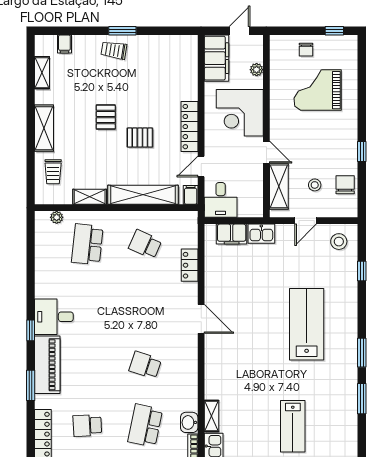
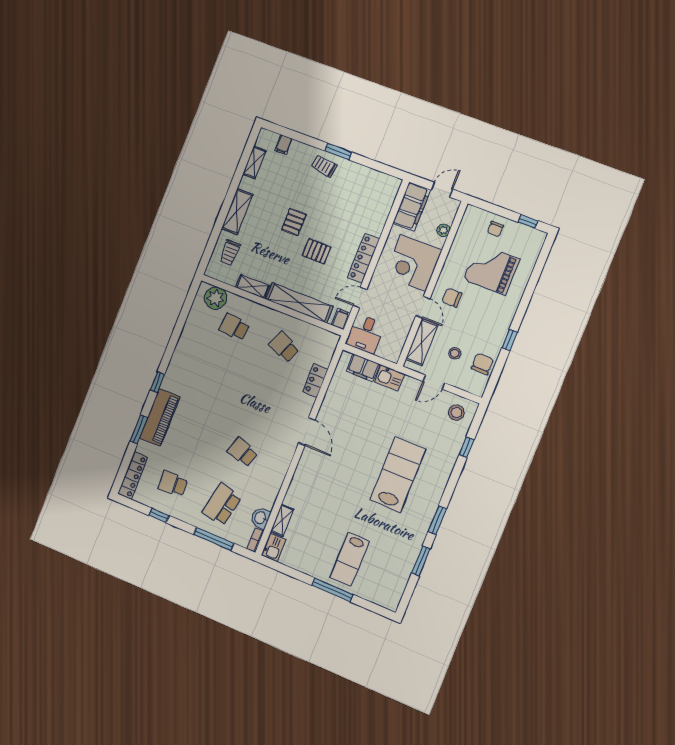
chair: (291, 132) -> (452, 298), added
plant: (57, 217) -> (216, 298), width x1.87, depth x1.87
school desk: (87, 244) -> (234, 327), width x0.54
desk: (54, 317) -> (181, 378), removed

